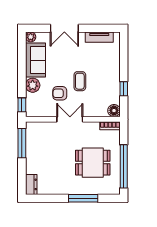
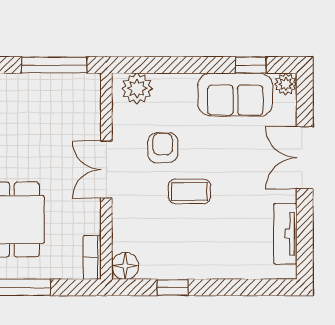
plant: (33, 85) -> (137, 89), moved
window: (22, 105) -> (251, 65), moved
double door: (70, 119) -> (106, 170), swing flipped

